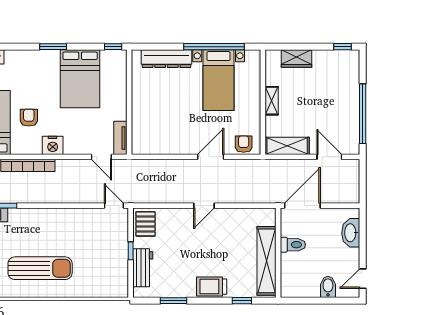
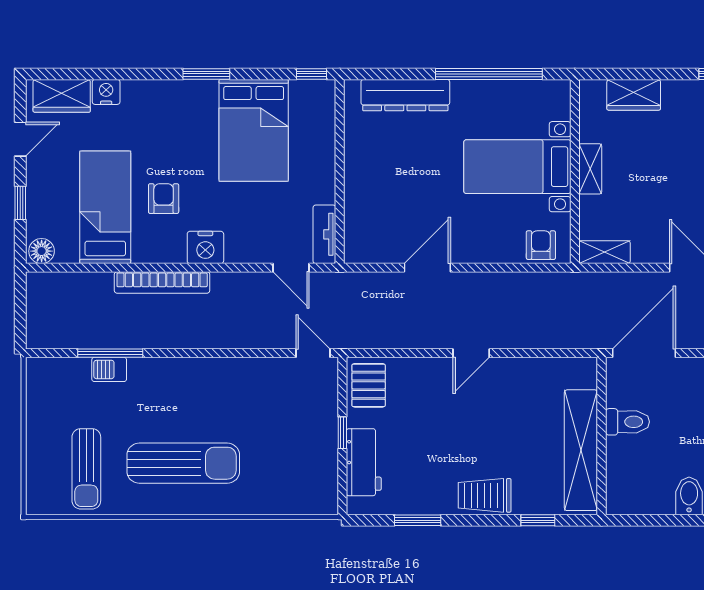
bed with nightstands: (219, 80) -> (517, 167), moved, turned 90
shelving: (287, 146) -> (604, 252), width x0.67, depth x0.75
door: (211, 157) -> (427, 268), moved

